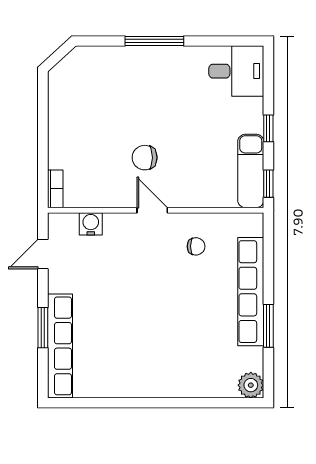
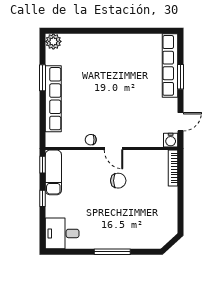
bookcase: (55, 189) -> (173, 168), width x1.56
water cooler: (91, 224) -> (171, 140), moved
chair: (196, 246) -> (91, 140), moved

